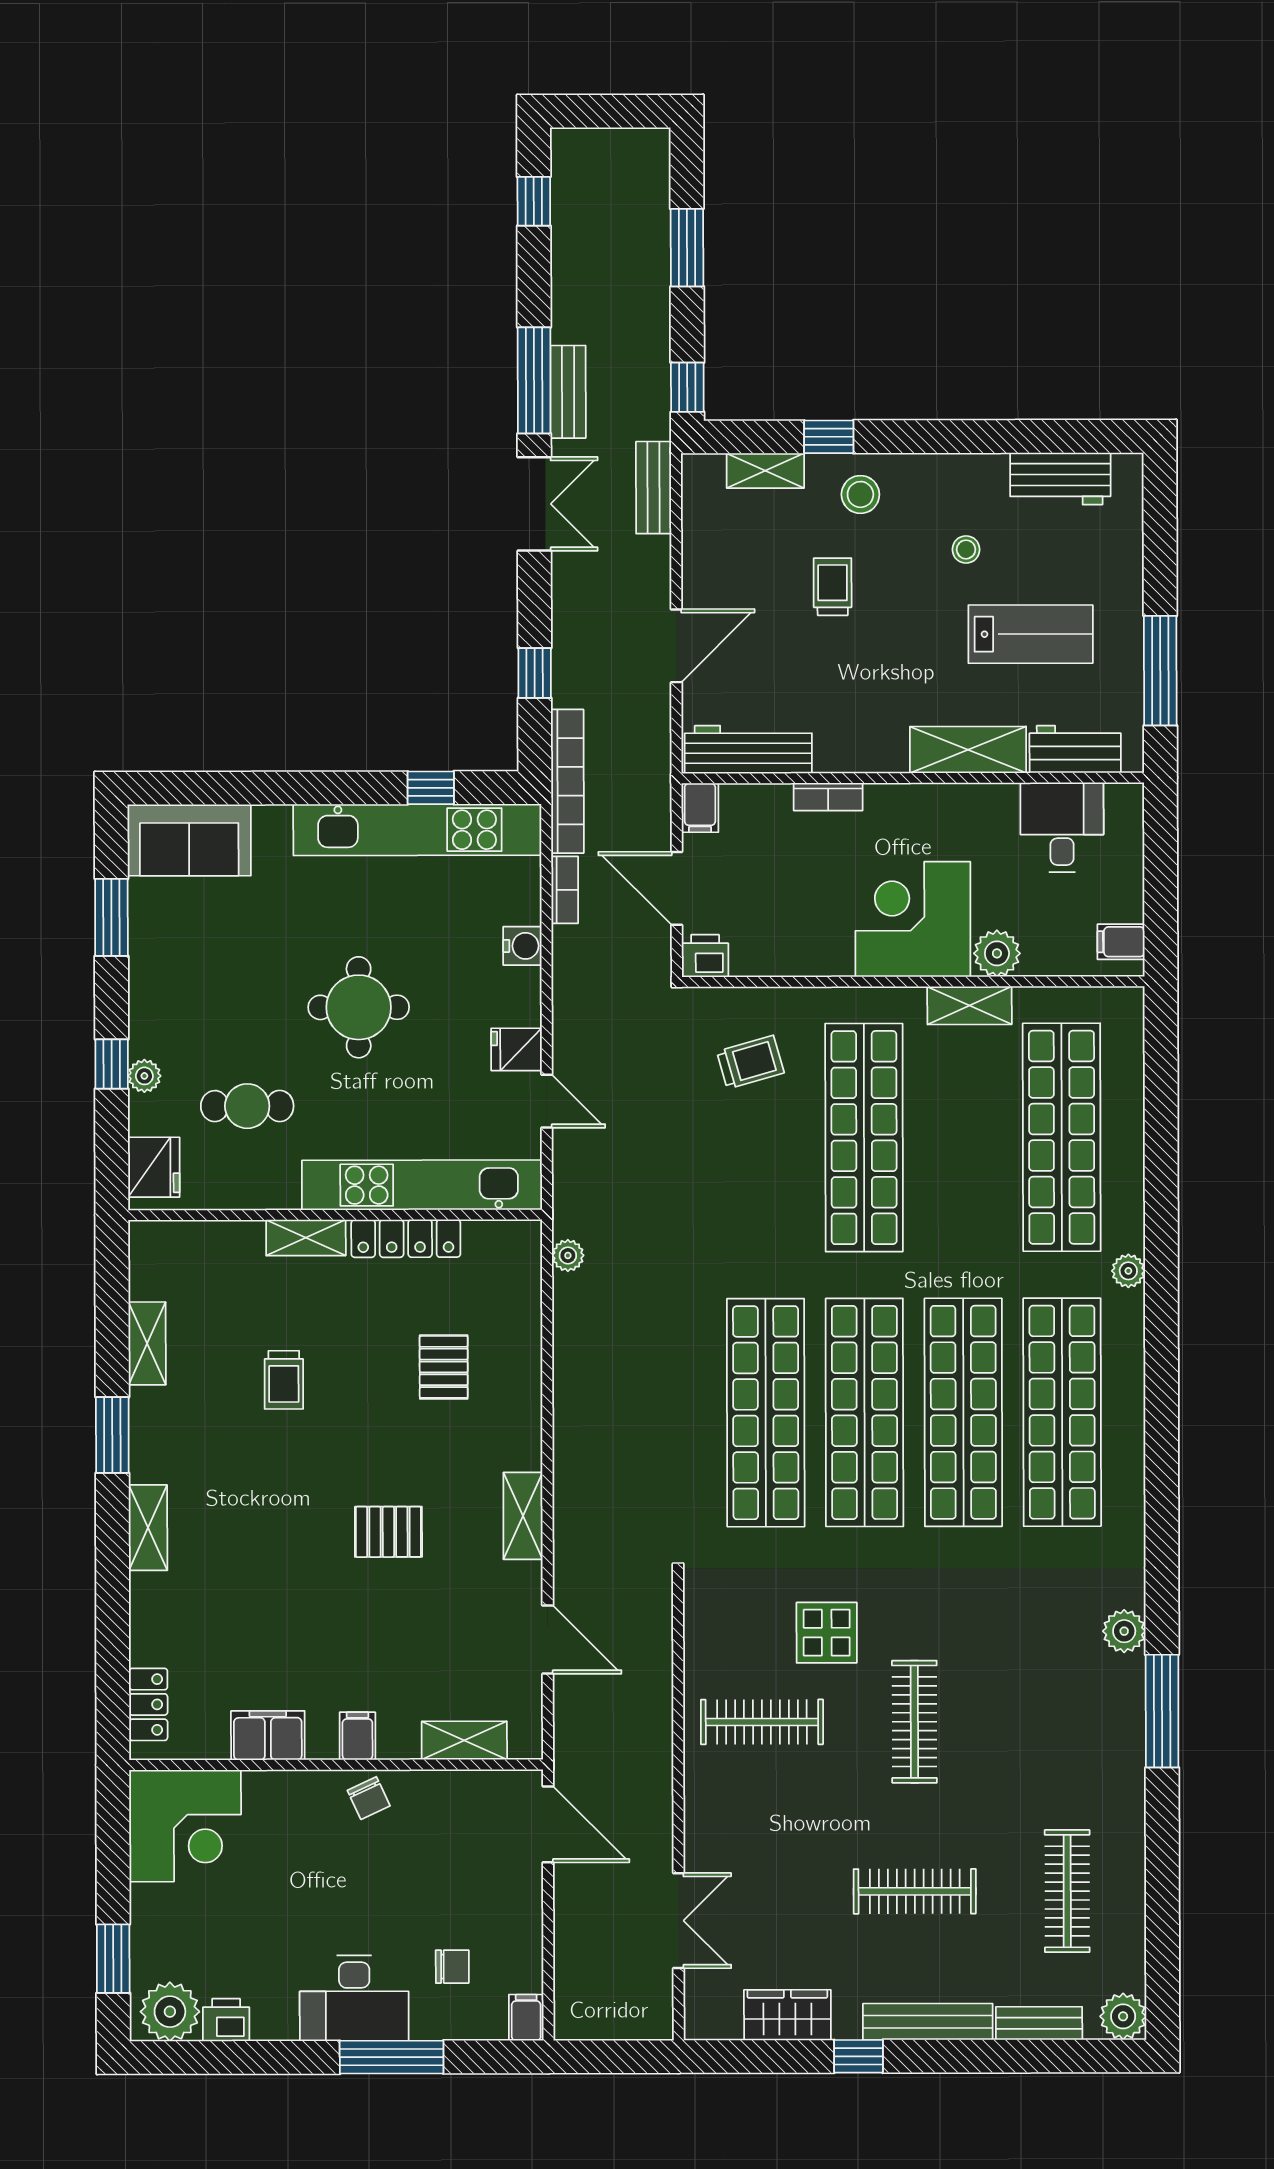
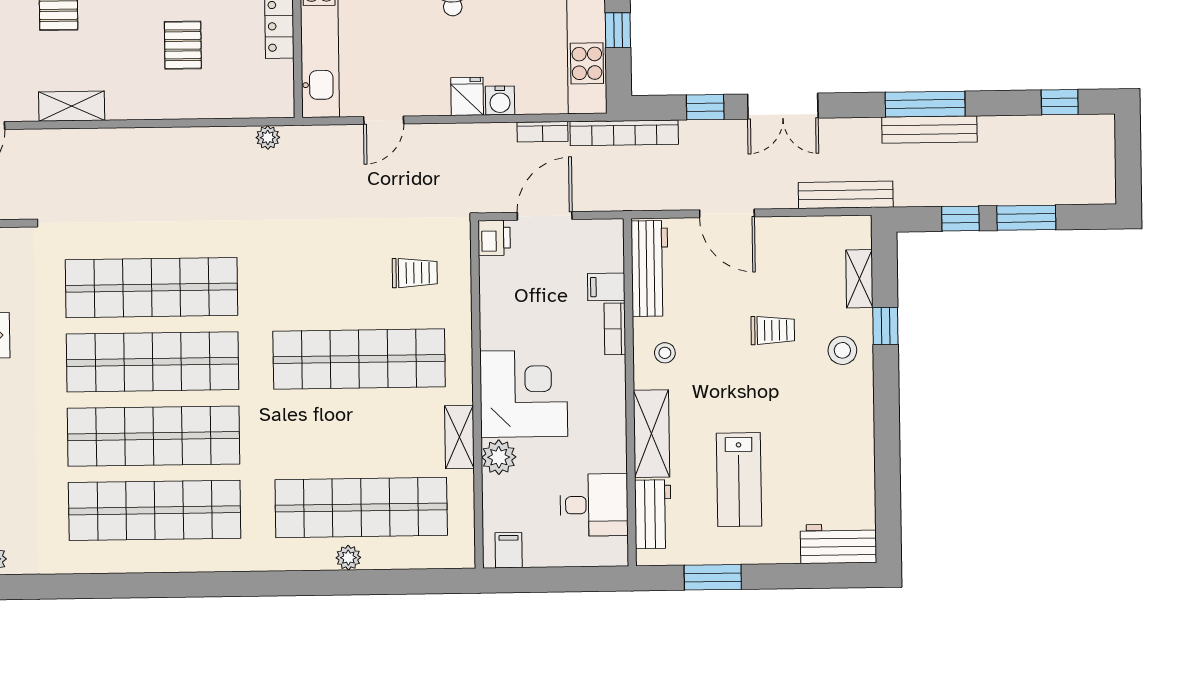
window: (687, 387) -> (960, 219), moved
bench: (568, 392) -> (929, 130), width x1.36
workbench: (1060, 479) -> (838, 544), moved, turned 90
bench: (654, 488) -> (846, 195), width x1.36
double door: (534, 504) -> (783, 106), moved
stool: (966, 549) -> (665, 353), moved
window: (1160, 671) -> (713, 577), width x0.69
filing cabinet: (700, 808) -> (606, 287), moved
fridge: (516, 1049) -> (467, 96), moved
trolley: (750, 1062) -> (415, 273), turned -74
plant: (1128, 1271) -> (348, 558), moved
pallet: (444, 1367) -> (183, 45), turned 90

